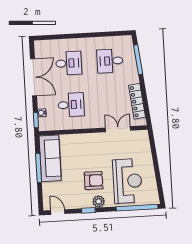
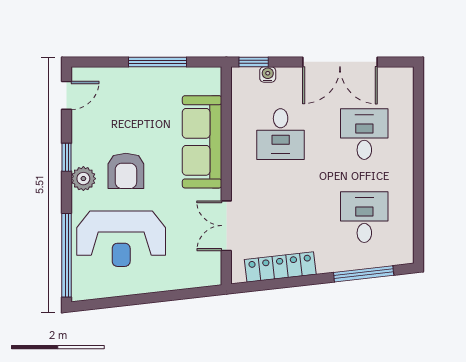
desk: (69, 63) -> (364, 134), turned 180
double door: (118, 129) -> (226, 226), swing flipped
sofa: (50, 158) -> (202, 142), moved, turned 90

